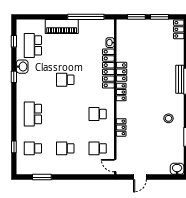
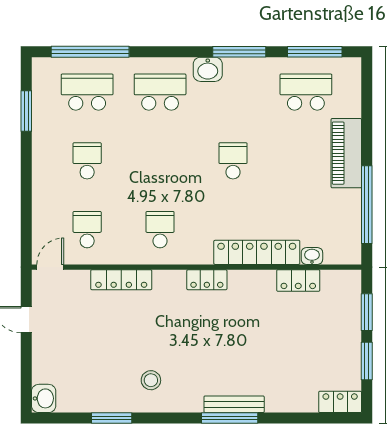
window: (14, 41) -> (315, 52), width x2.17
washbasin: (22, 67) -> (208, 69), moved
locker: (122, 72) -> (298, 281), moved
window: (14, 77) -> (239, 52), width x2.17
locker: (121, 127) -> (121, 280), width x1.53
window: (14, 147) -> (90, 52), width x3.17
school desk: (33, 148) -> (87, 92), width x1.85

